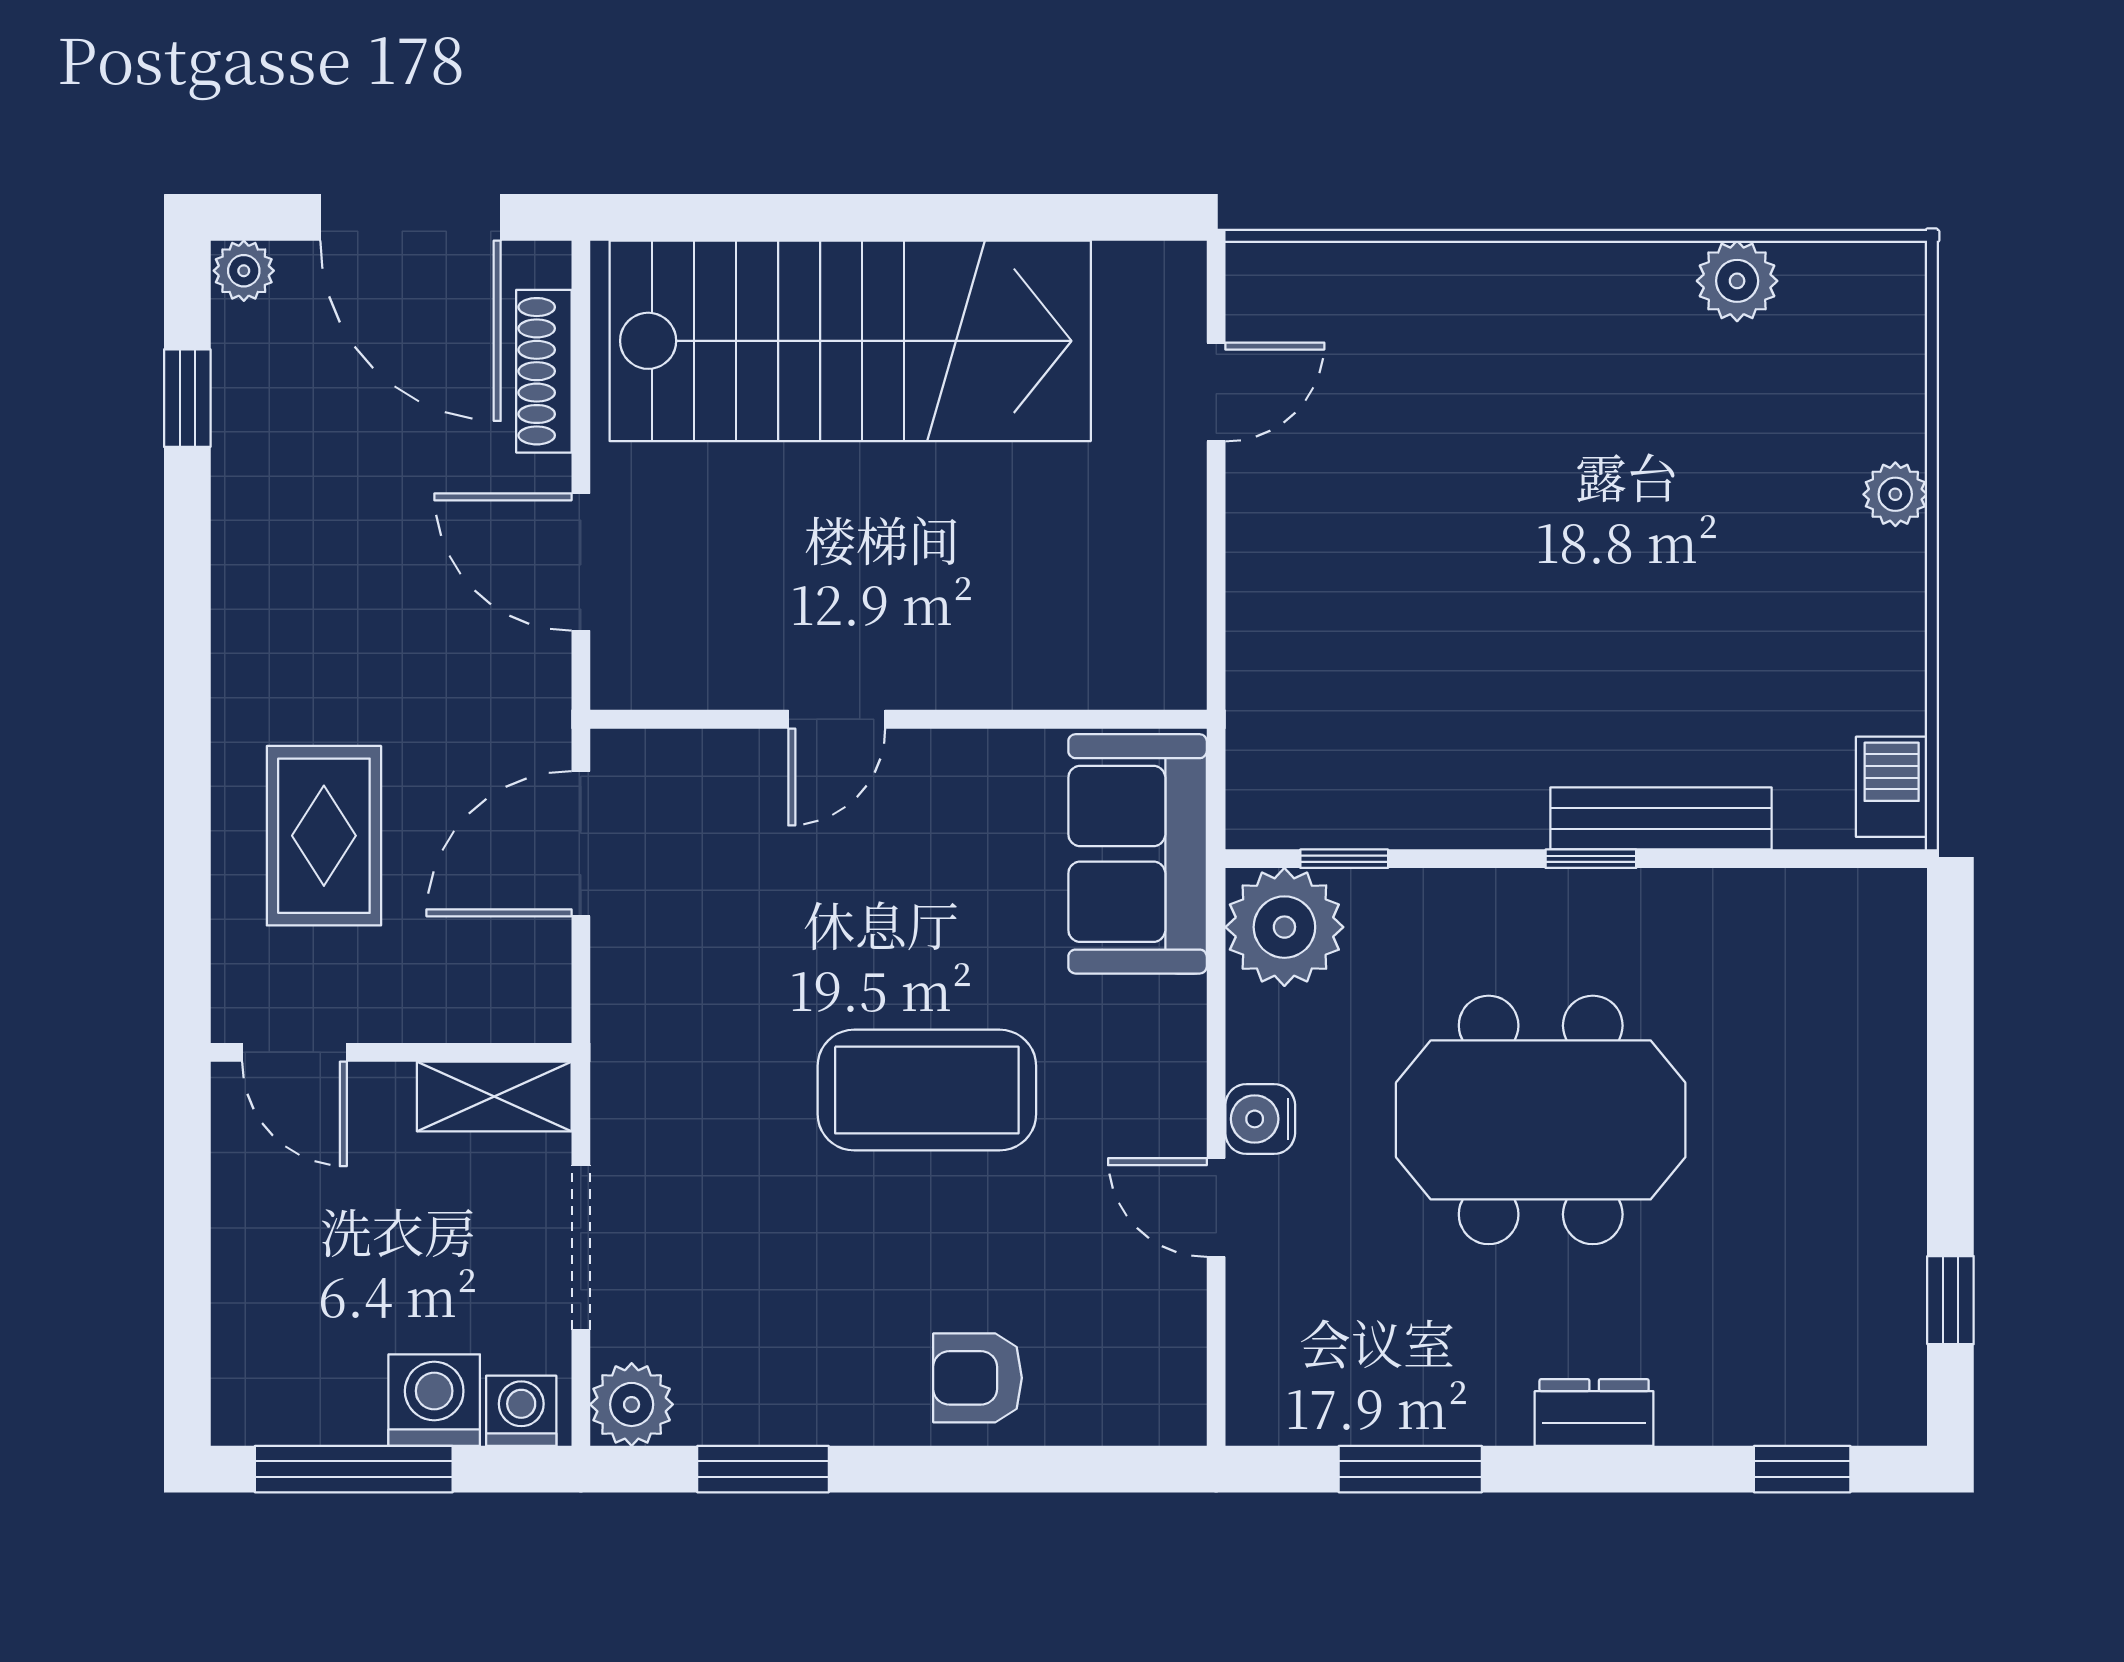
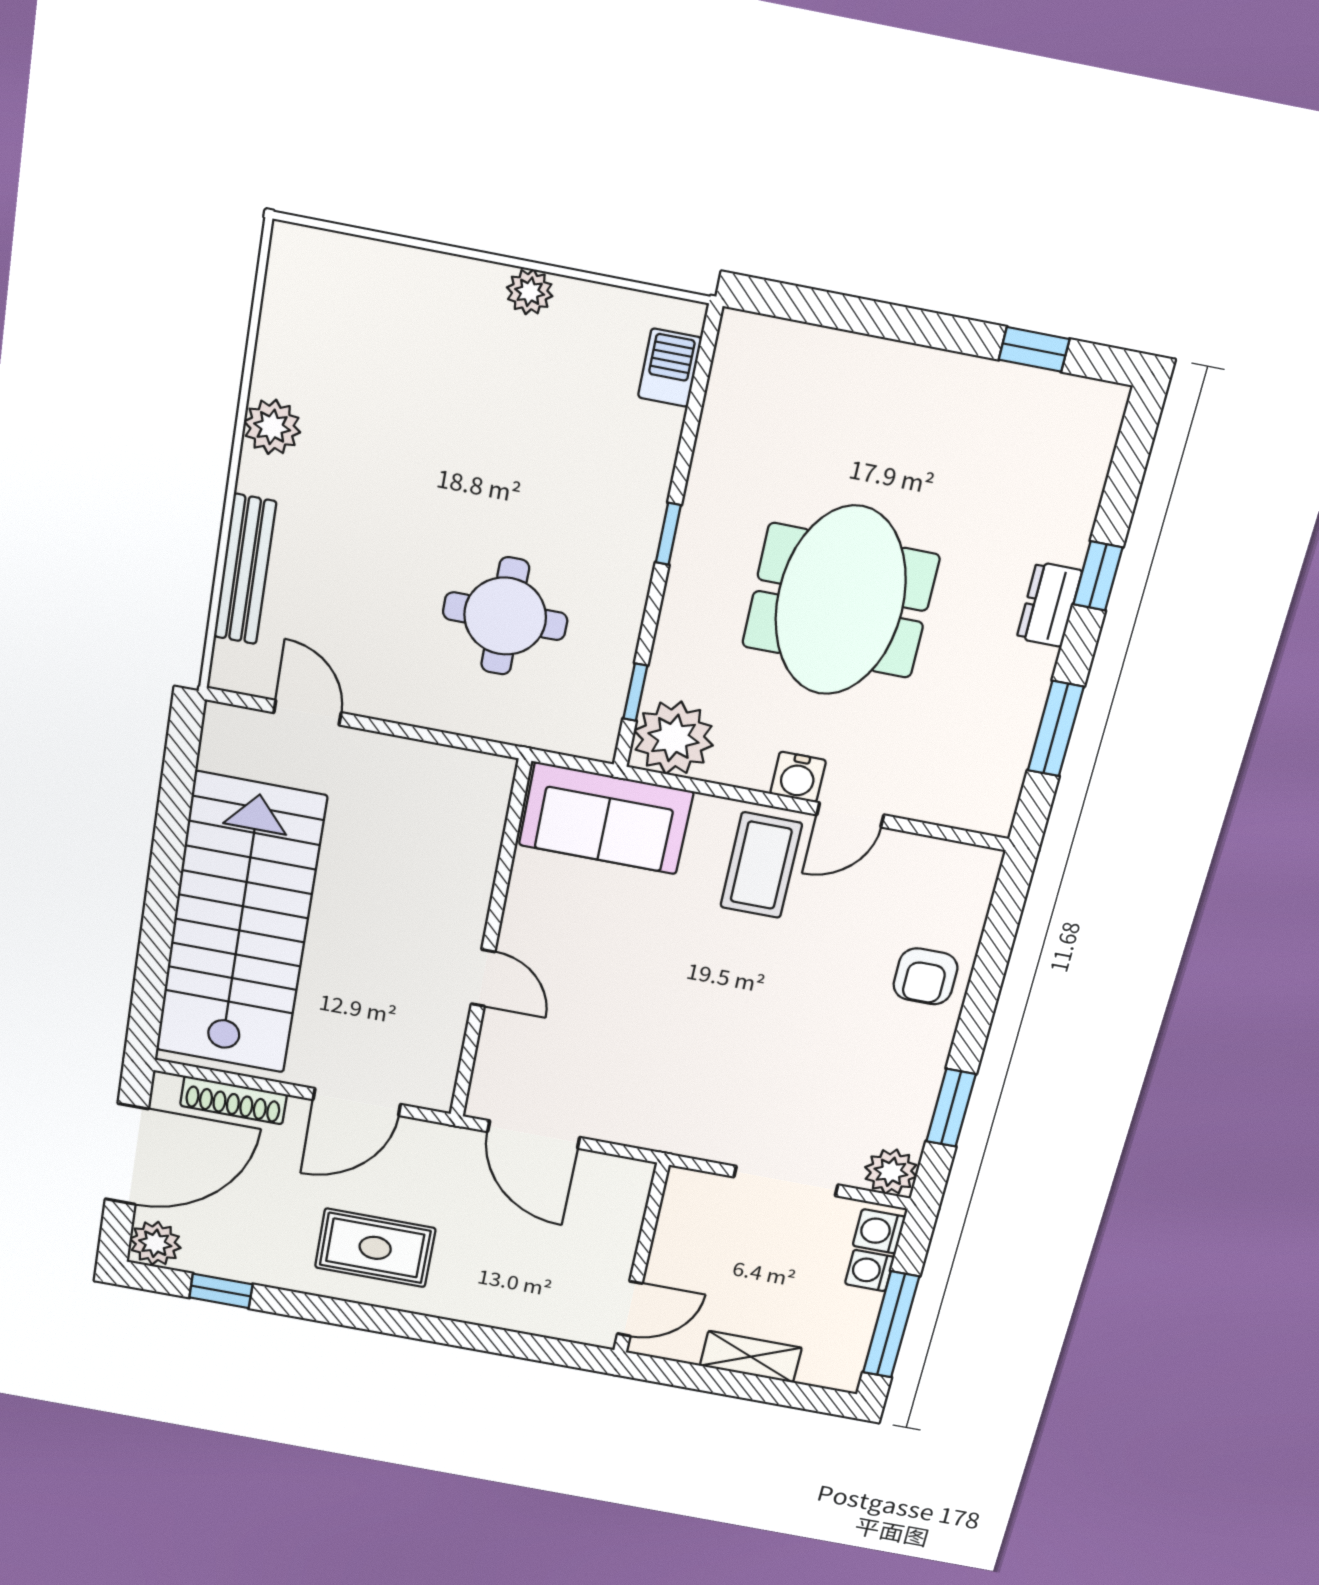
plant: (244, 271) -> (155, 1243), width x1.38, depth x1.38
plant: (1737, 281) -> (272, 427), moved
plant: (1895, 494) -> (530, 292), moved
round table: (1422, 652) -> (505, 616), added
barbecue: (1892, 787) -> (670, 368), moved, turned 90
bench: (1661, 818) -> (245, 569), moved
rug: (324, 836) -> (375, 1248), moved
coffee table: (927, 1090) -> (761, 865), moved, width x0.73, depth x0.76
shelving: (494, 1096) -> (751, 1357), moved, turned 90
washing machine: (434, 1400) -> (870, 1270), width x0.73, depth x0.73
window: (1802, 1469) -> (1098, 576), moved

